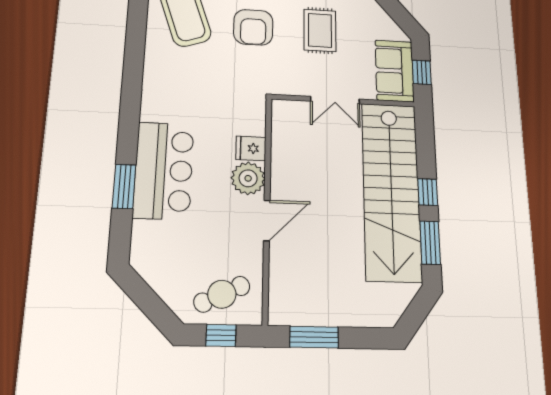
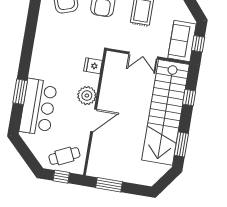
fridge: (251, 148) -> (93, 66), moved
bar counter: (164, 170) -> (38, 107), moved
window: (428, 192) -> (189, 98), moved

